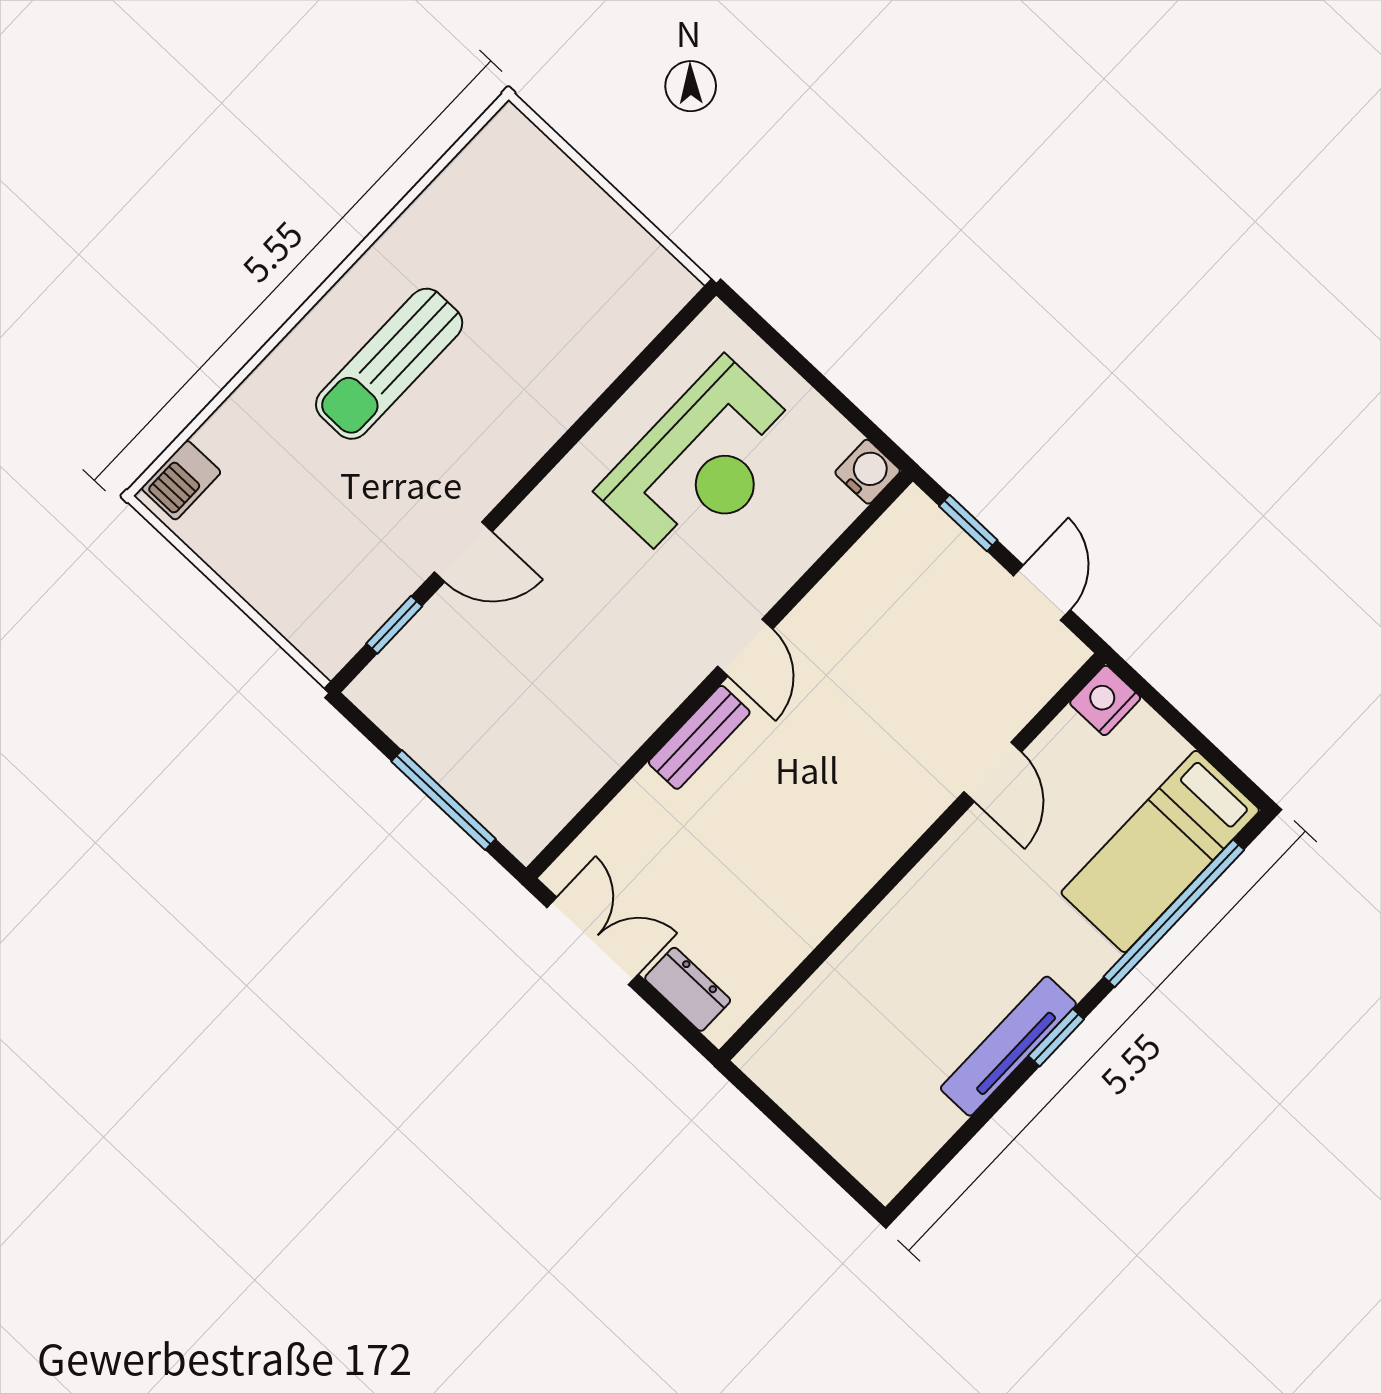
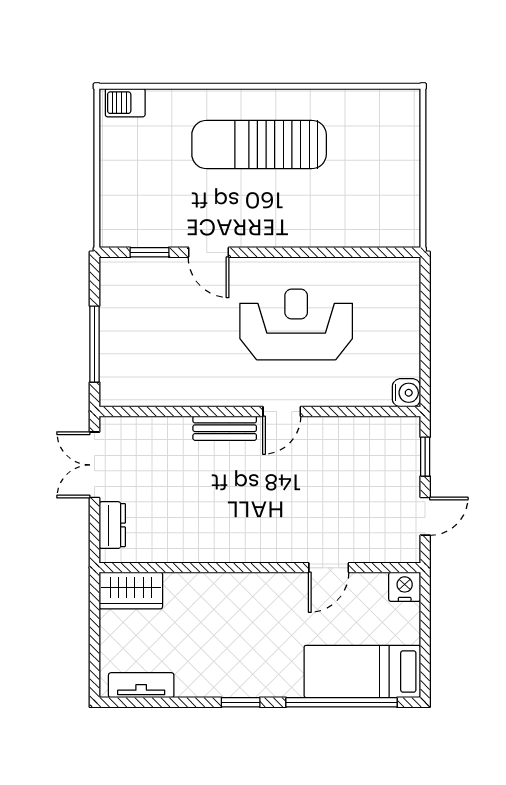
sun lounger: (389, 364) -> (259, 144), width x1.36, depth x1.34
reception desk: (702, 463) -> (296, 325), moved, turned 180
double door: (593, 941) -> (95, 465), swing flipped
wardrobe: (790, 1043) -> (131, 591), added
tv unit: (1008, 1046) -> (141, 685), moved, width x0.71

